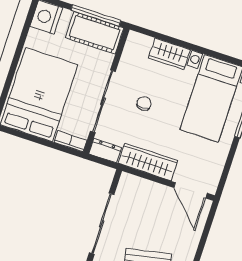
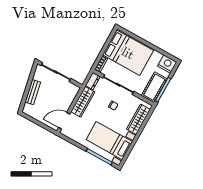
wardrobe: (169, 54) -> (138, 119), width x1.50

